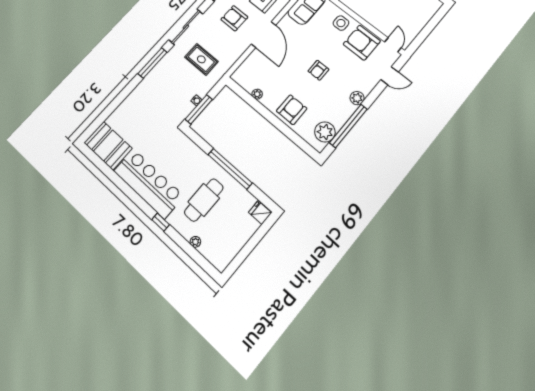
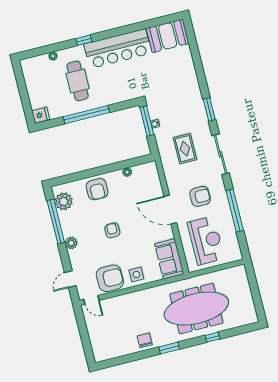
rug: (201, 59) -> (185, 149), turned 90
window: (153, 63) -> (209, 109), width x0.69

